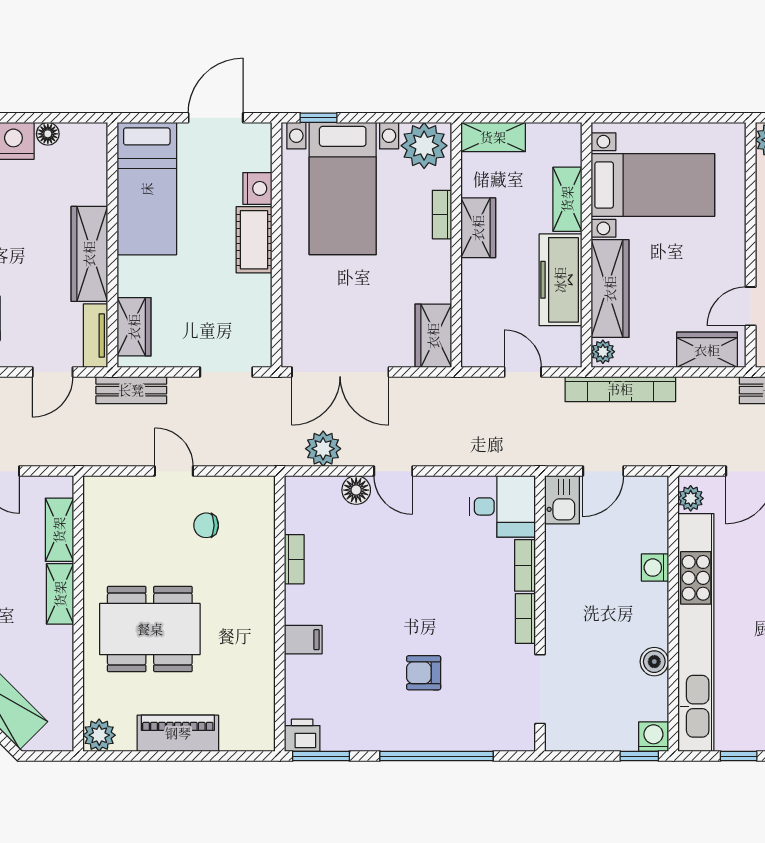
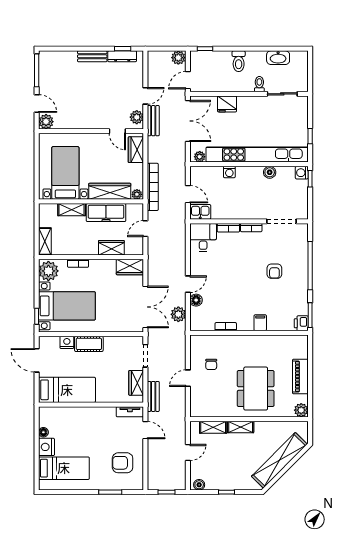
wardrobe: (478, 228) -> (111, 248), moved
wardrobe: (89, 254) -> (95, 414), removed
wardrobe: (134, 327) -> (136, 383), moved, turned -90

